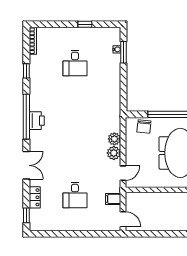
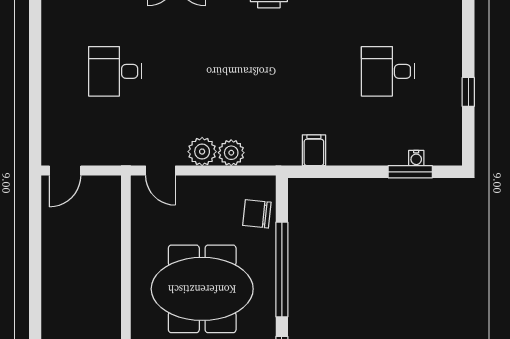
filing cabinet: (113, 199) -> (314, 150), moved

